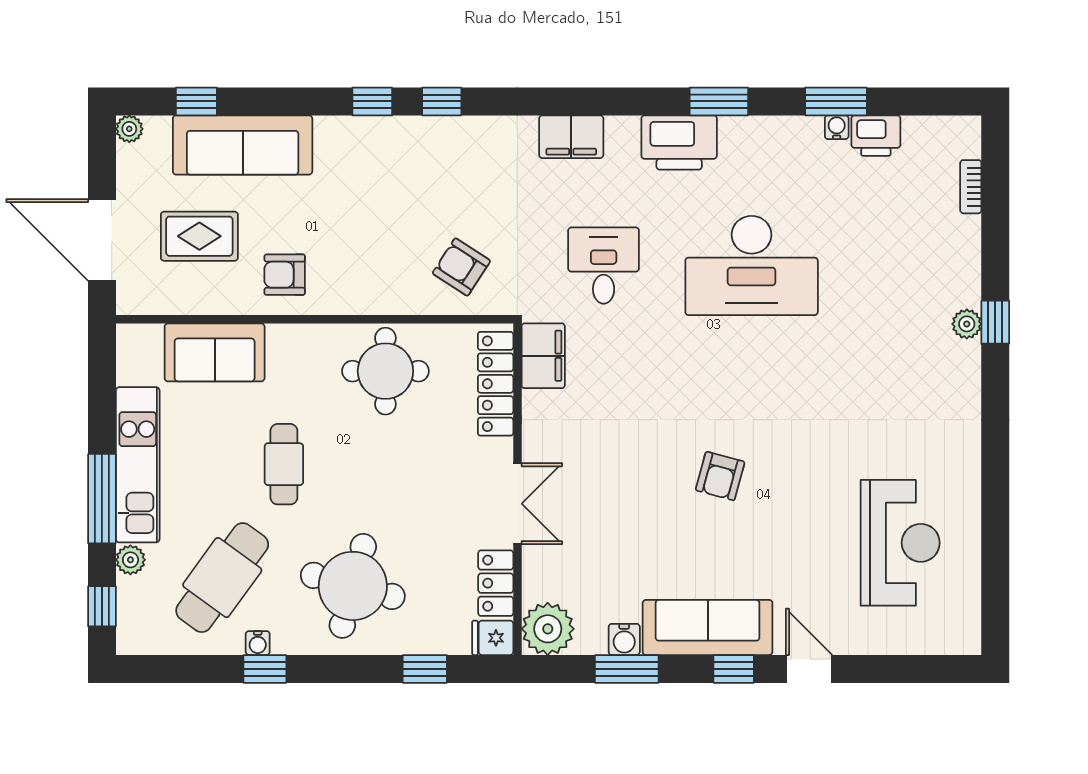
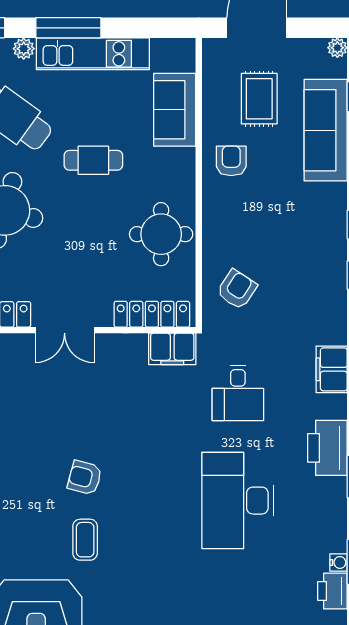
desk: (604, 266) -> (238, 393), turned 90
coffee table: (805, 476) -> (85, 540), added

